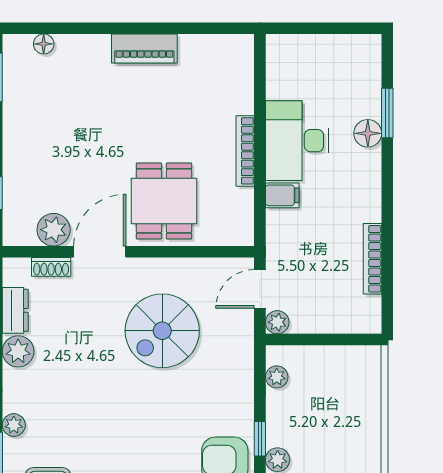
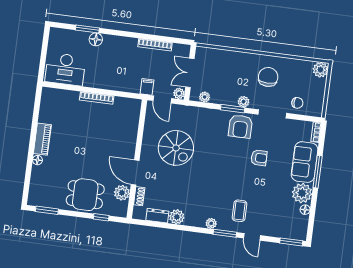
floor lamp: (44, 44) -> (37, 160), moved
desk: (297, 141) -> (65, 69), moved
filing cabinet: (282, 195) -> (147, 87), moved
dining table: (164, 201) -> (85, 195), moved
double door: (323, 340) -> (190, 73), added
window: (260, 439) -> (233, 109), width x1.50

